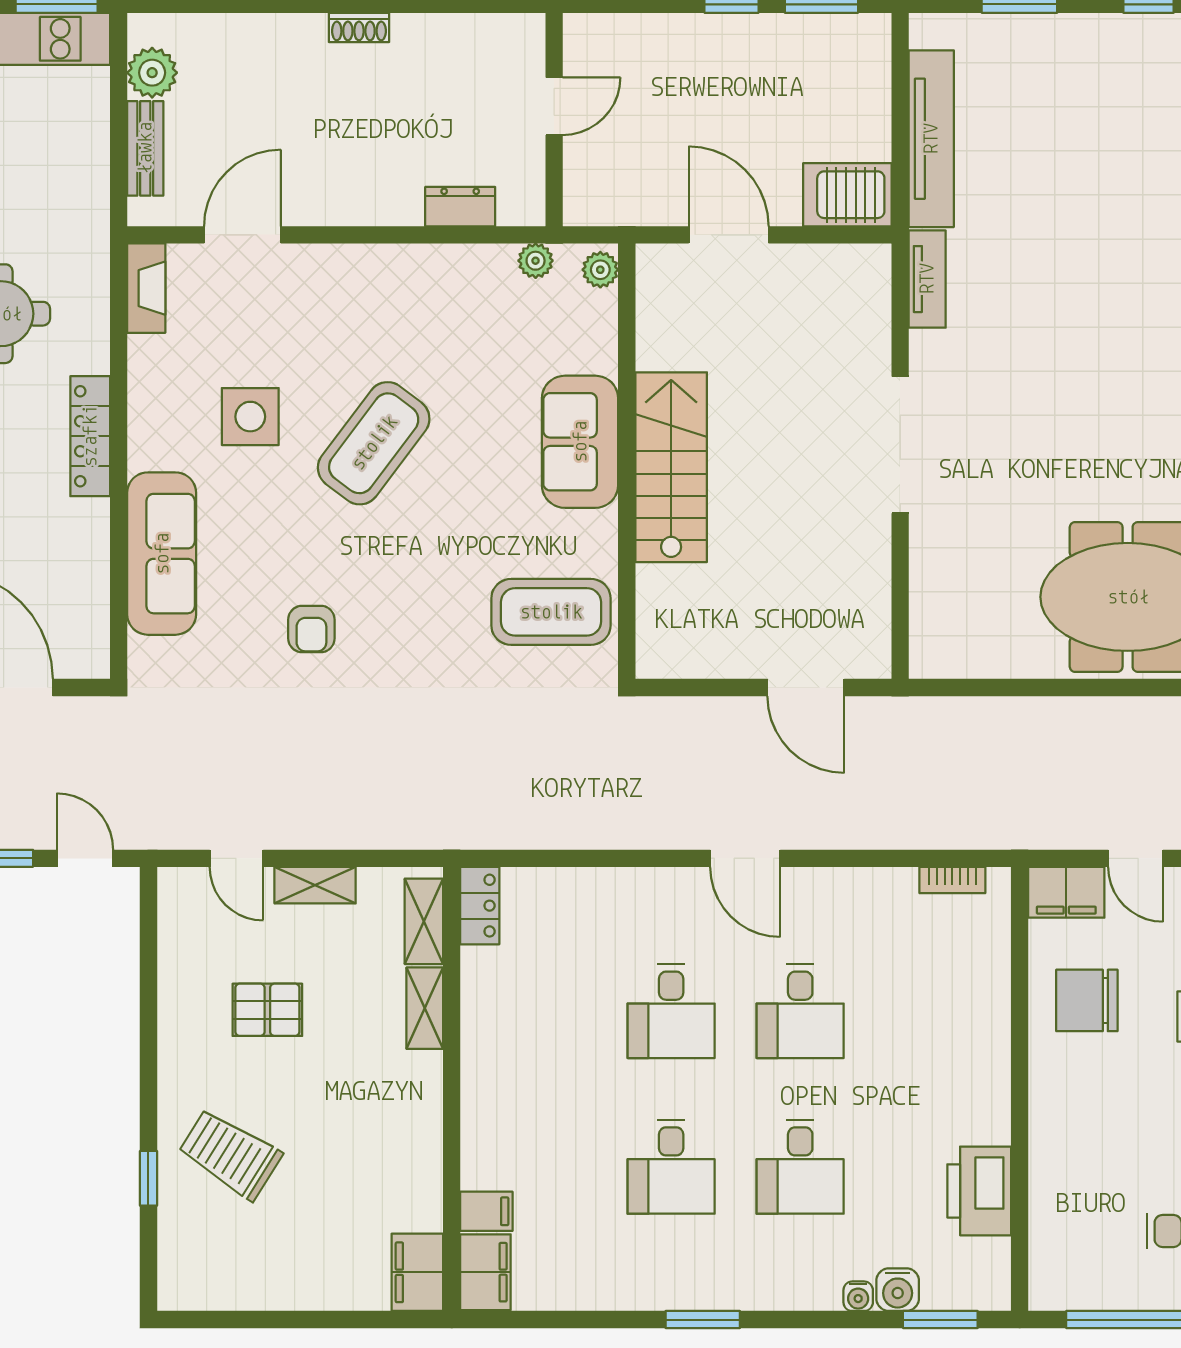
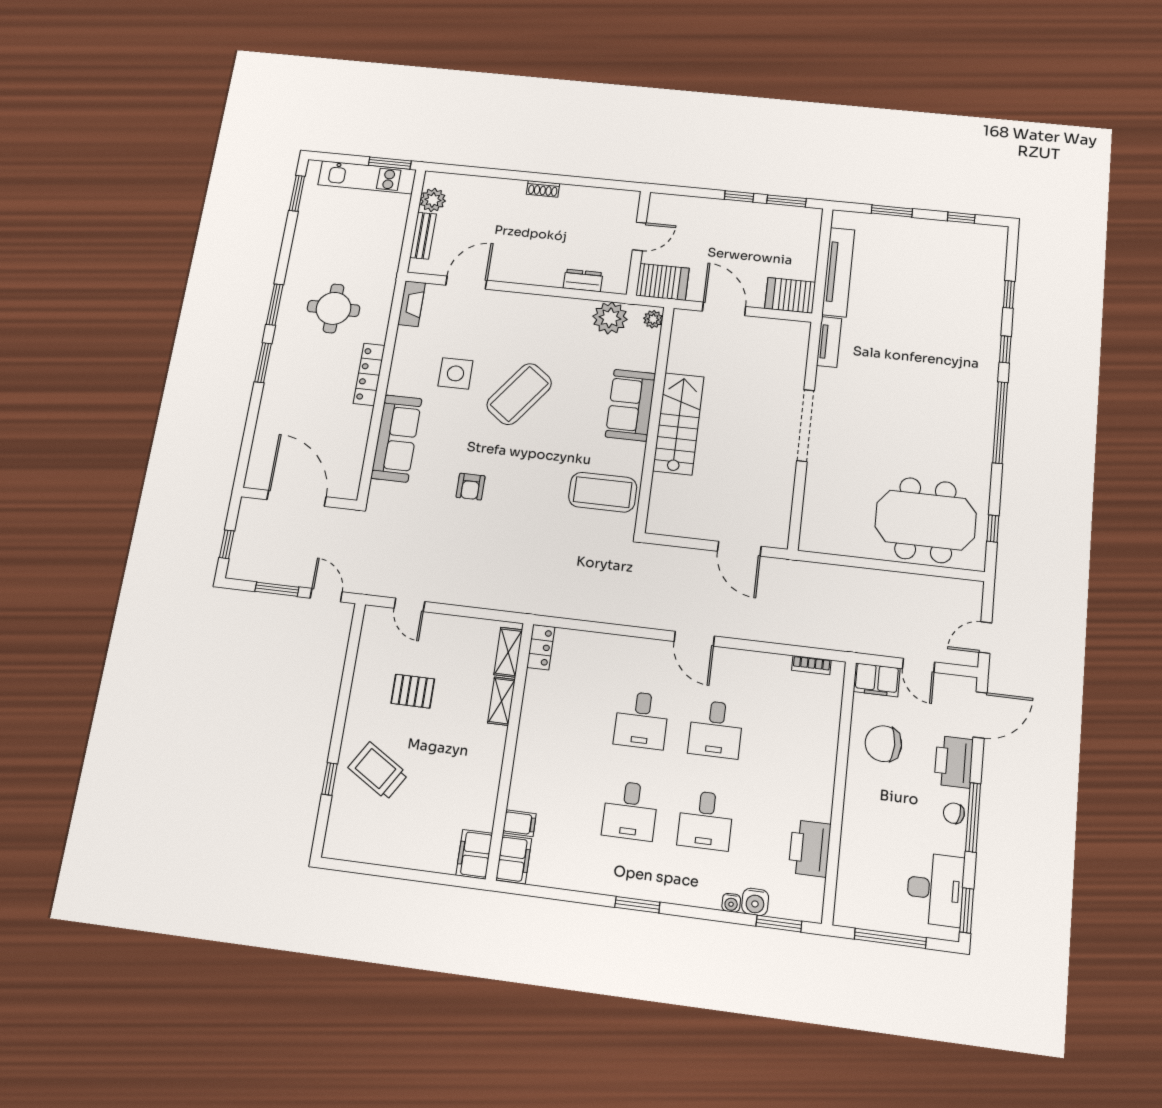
server rack: (609, 193) -> (663, 282), added
plant: (536, 261) -> (610, 318), width x1.87, depth x1.87
shelving: (315, 885) -> (451, 625), removed

